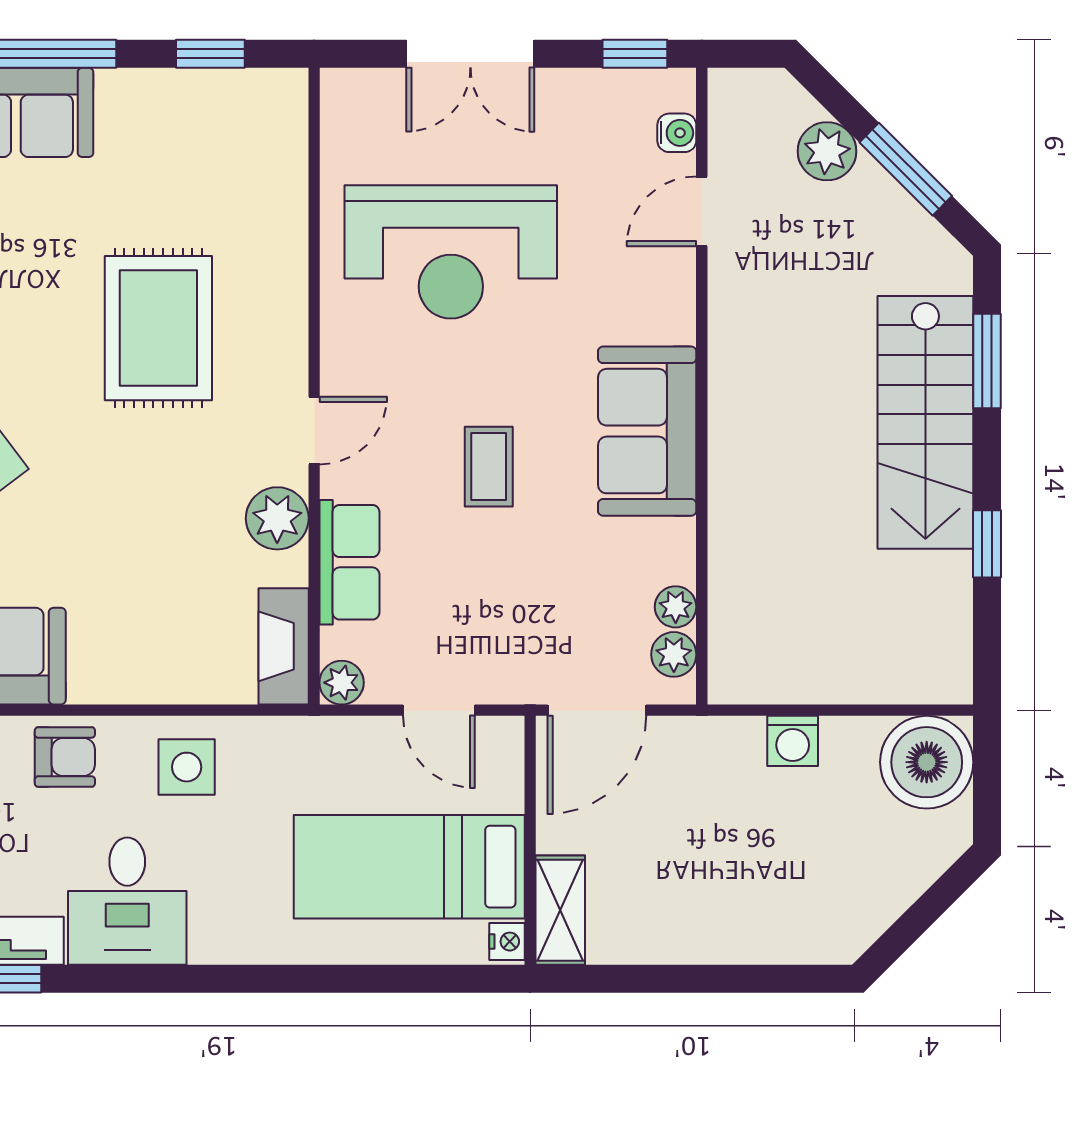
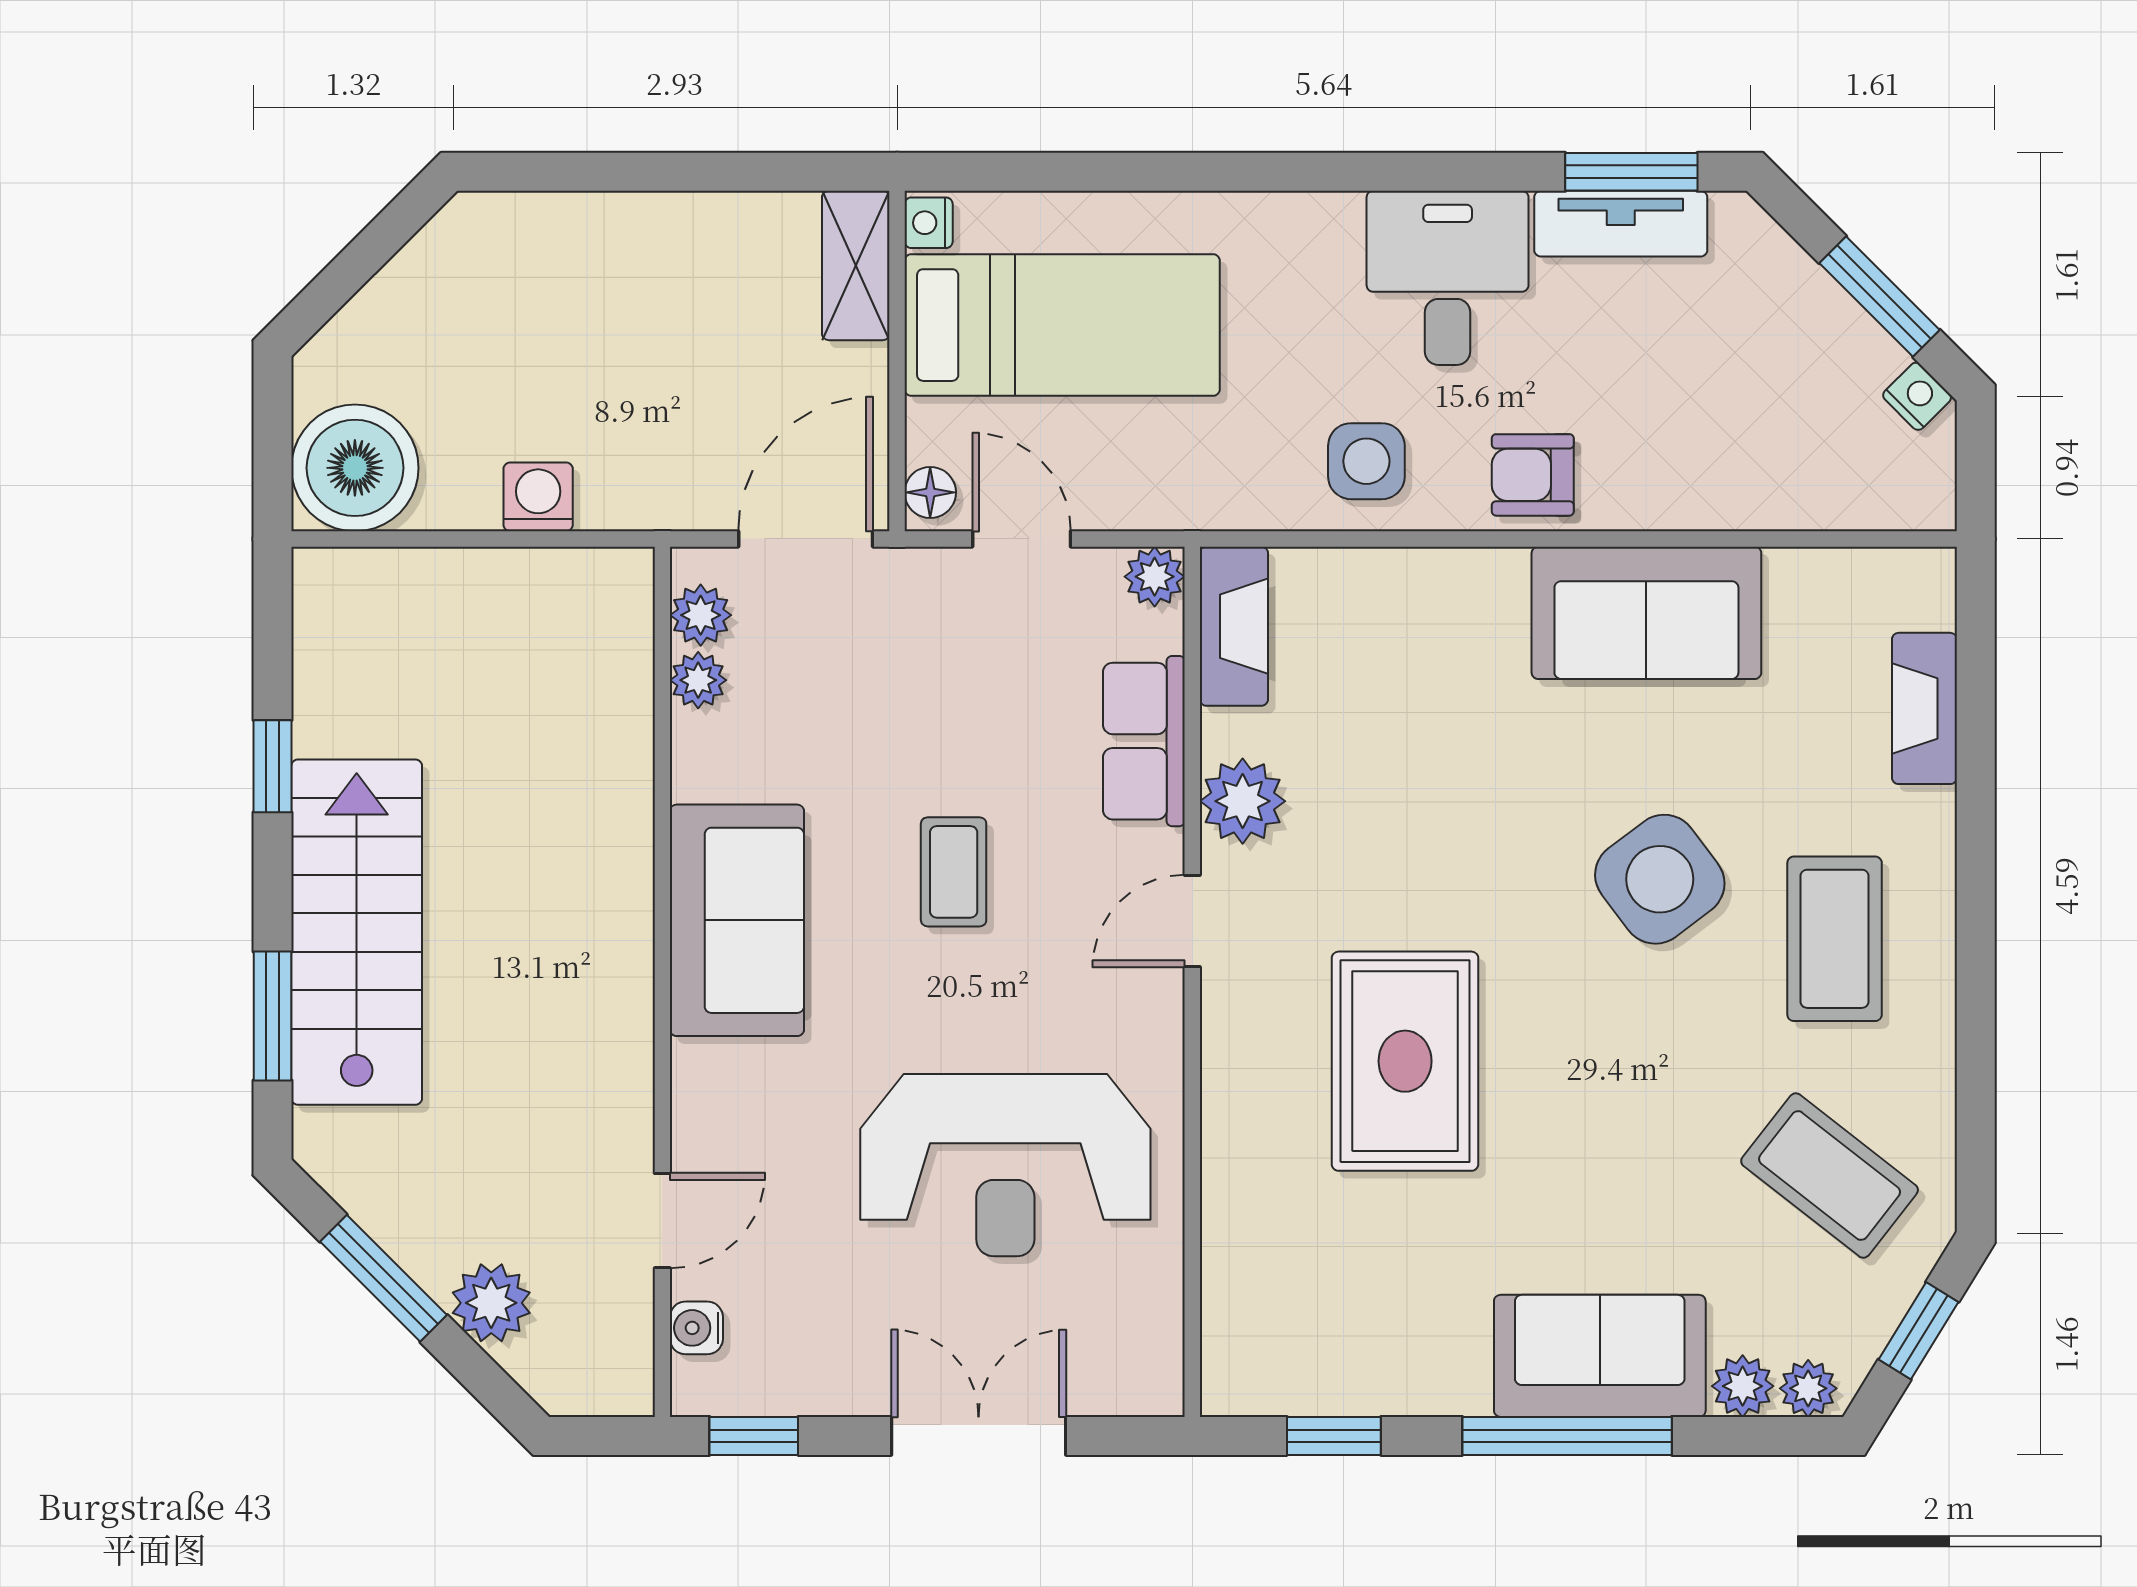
reception desk: (451, 252) -> (1005, 1165), turned 180
floor lamp: (506, 744) -> (930, 492), added

